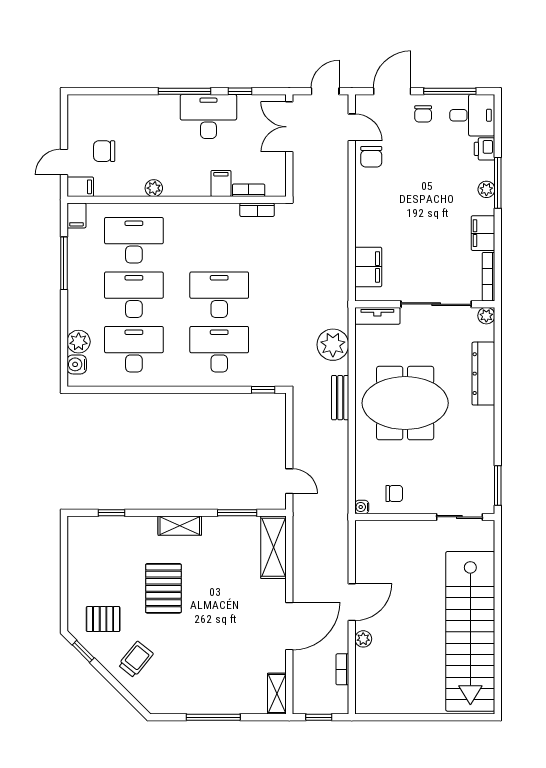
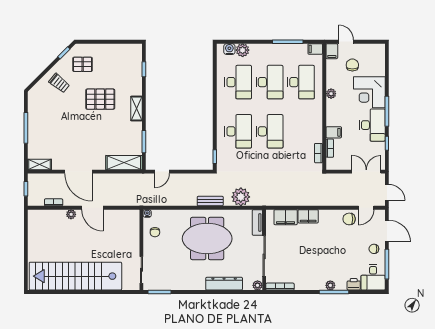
corner desk: (152, 122) -> (369, 92), added
filing cabinet: (483, 233) -> (308, 216), moved, turned 180
meeting table: (405, 403) -> (207, 239), turned 90
pallet: (103, 619) -> (83, 64), turned 90

